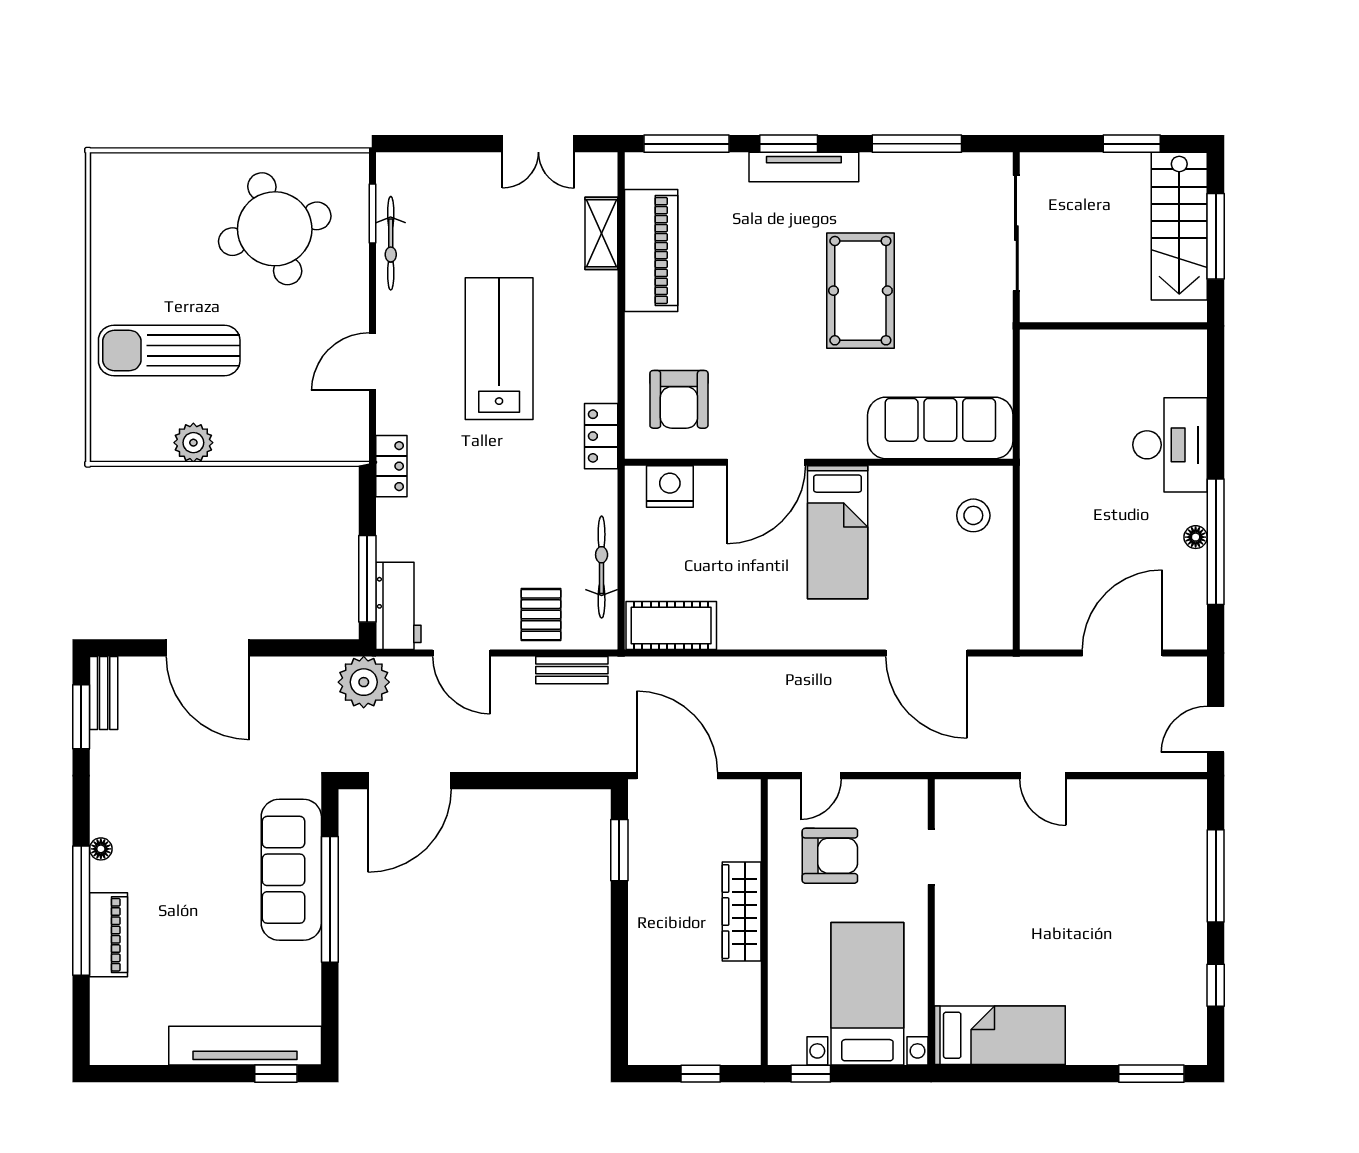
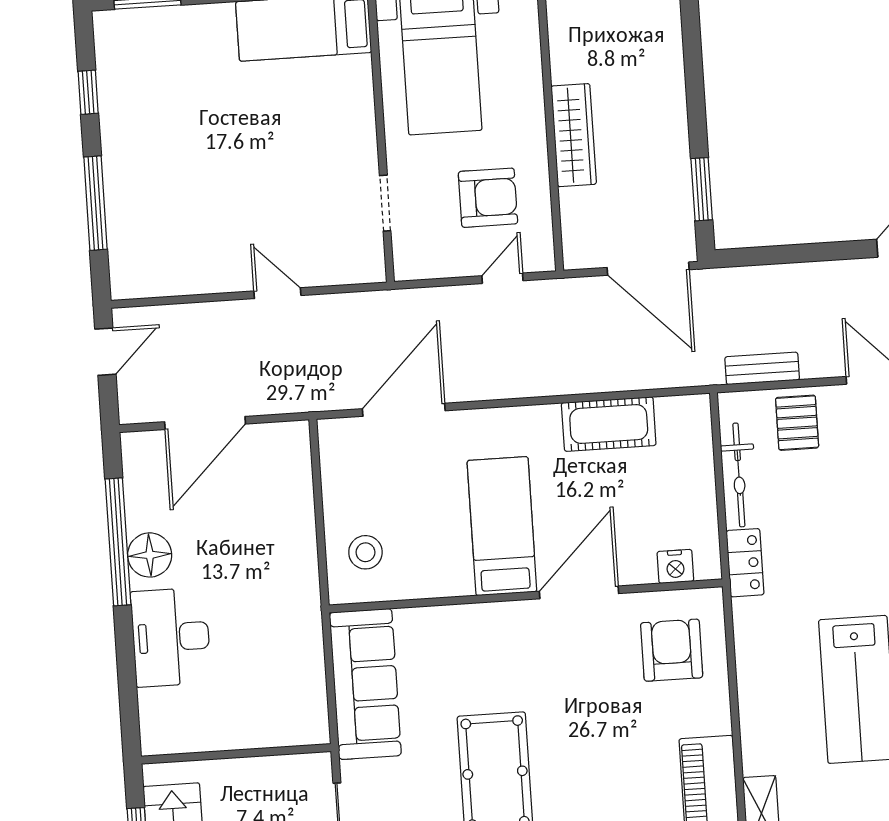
sofa: (940, 428) -> (365, 684), moved, turned -90
locker: (601, 436) -> (745, 563), moved
nightstand: (670, 487) -> (675, 566), width x0.74, depth x0.75
floor lamp: (1196, 537) -> (150, 555), width x1.89, depth x1.89
cot: (671, 626) -> (609, 424), moved
door: (926, 653) -> (404, 410), hinge flipped
armchair: (830, 856) -> (488, 198), turned 180

